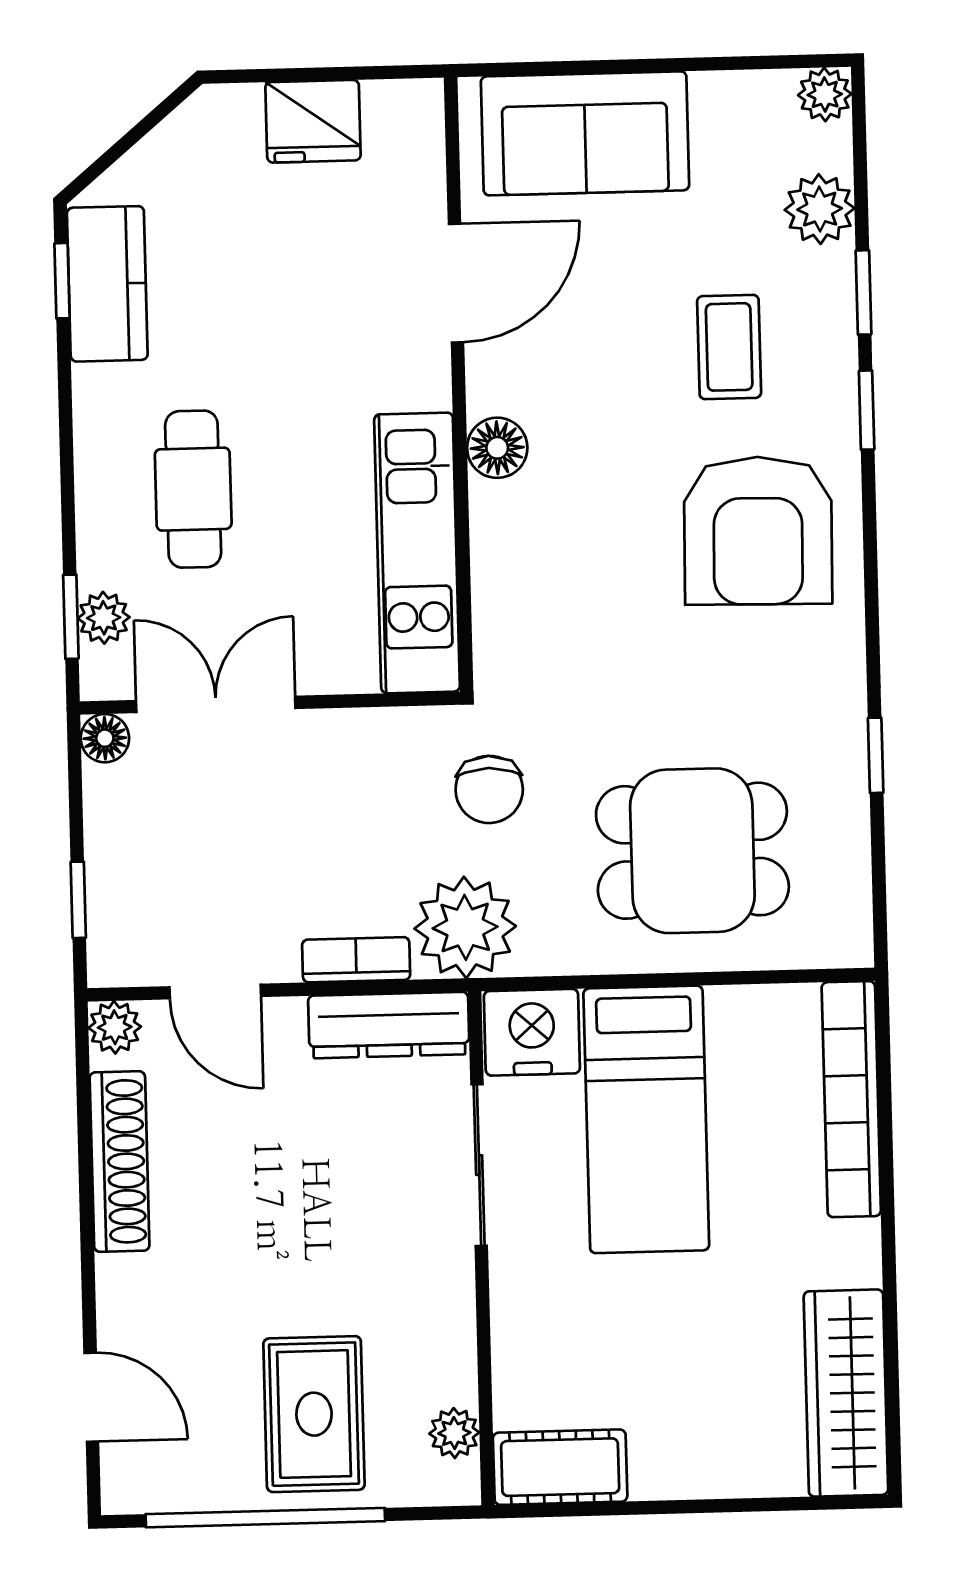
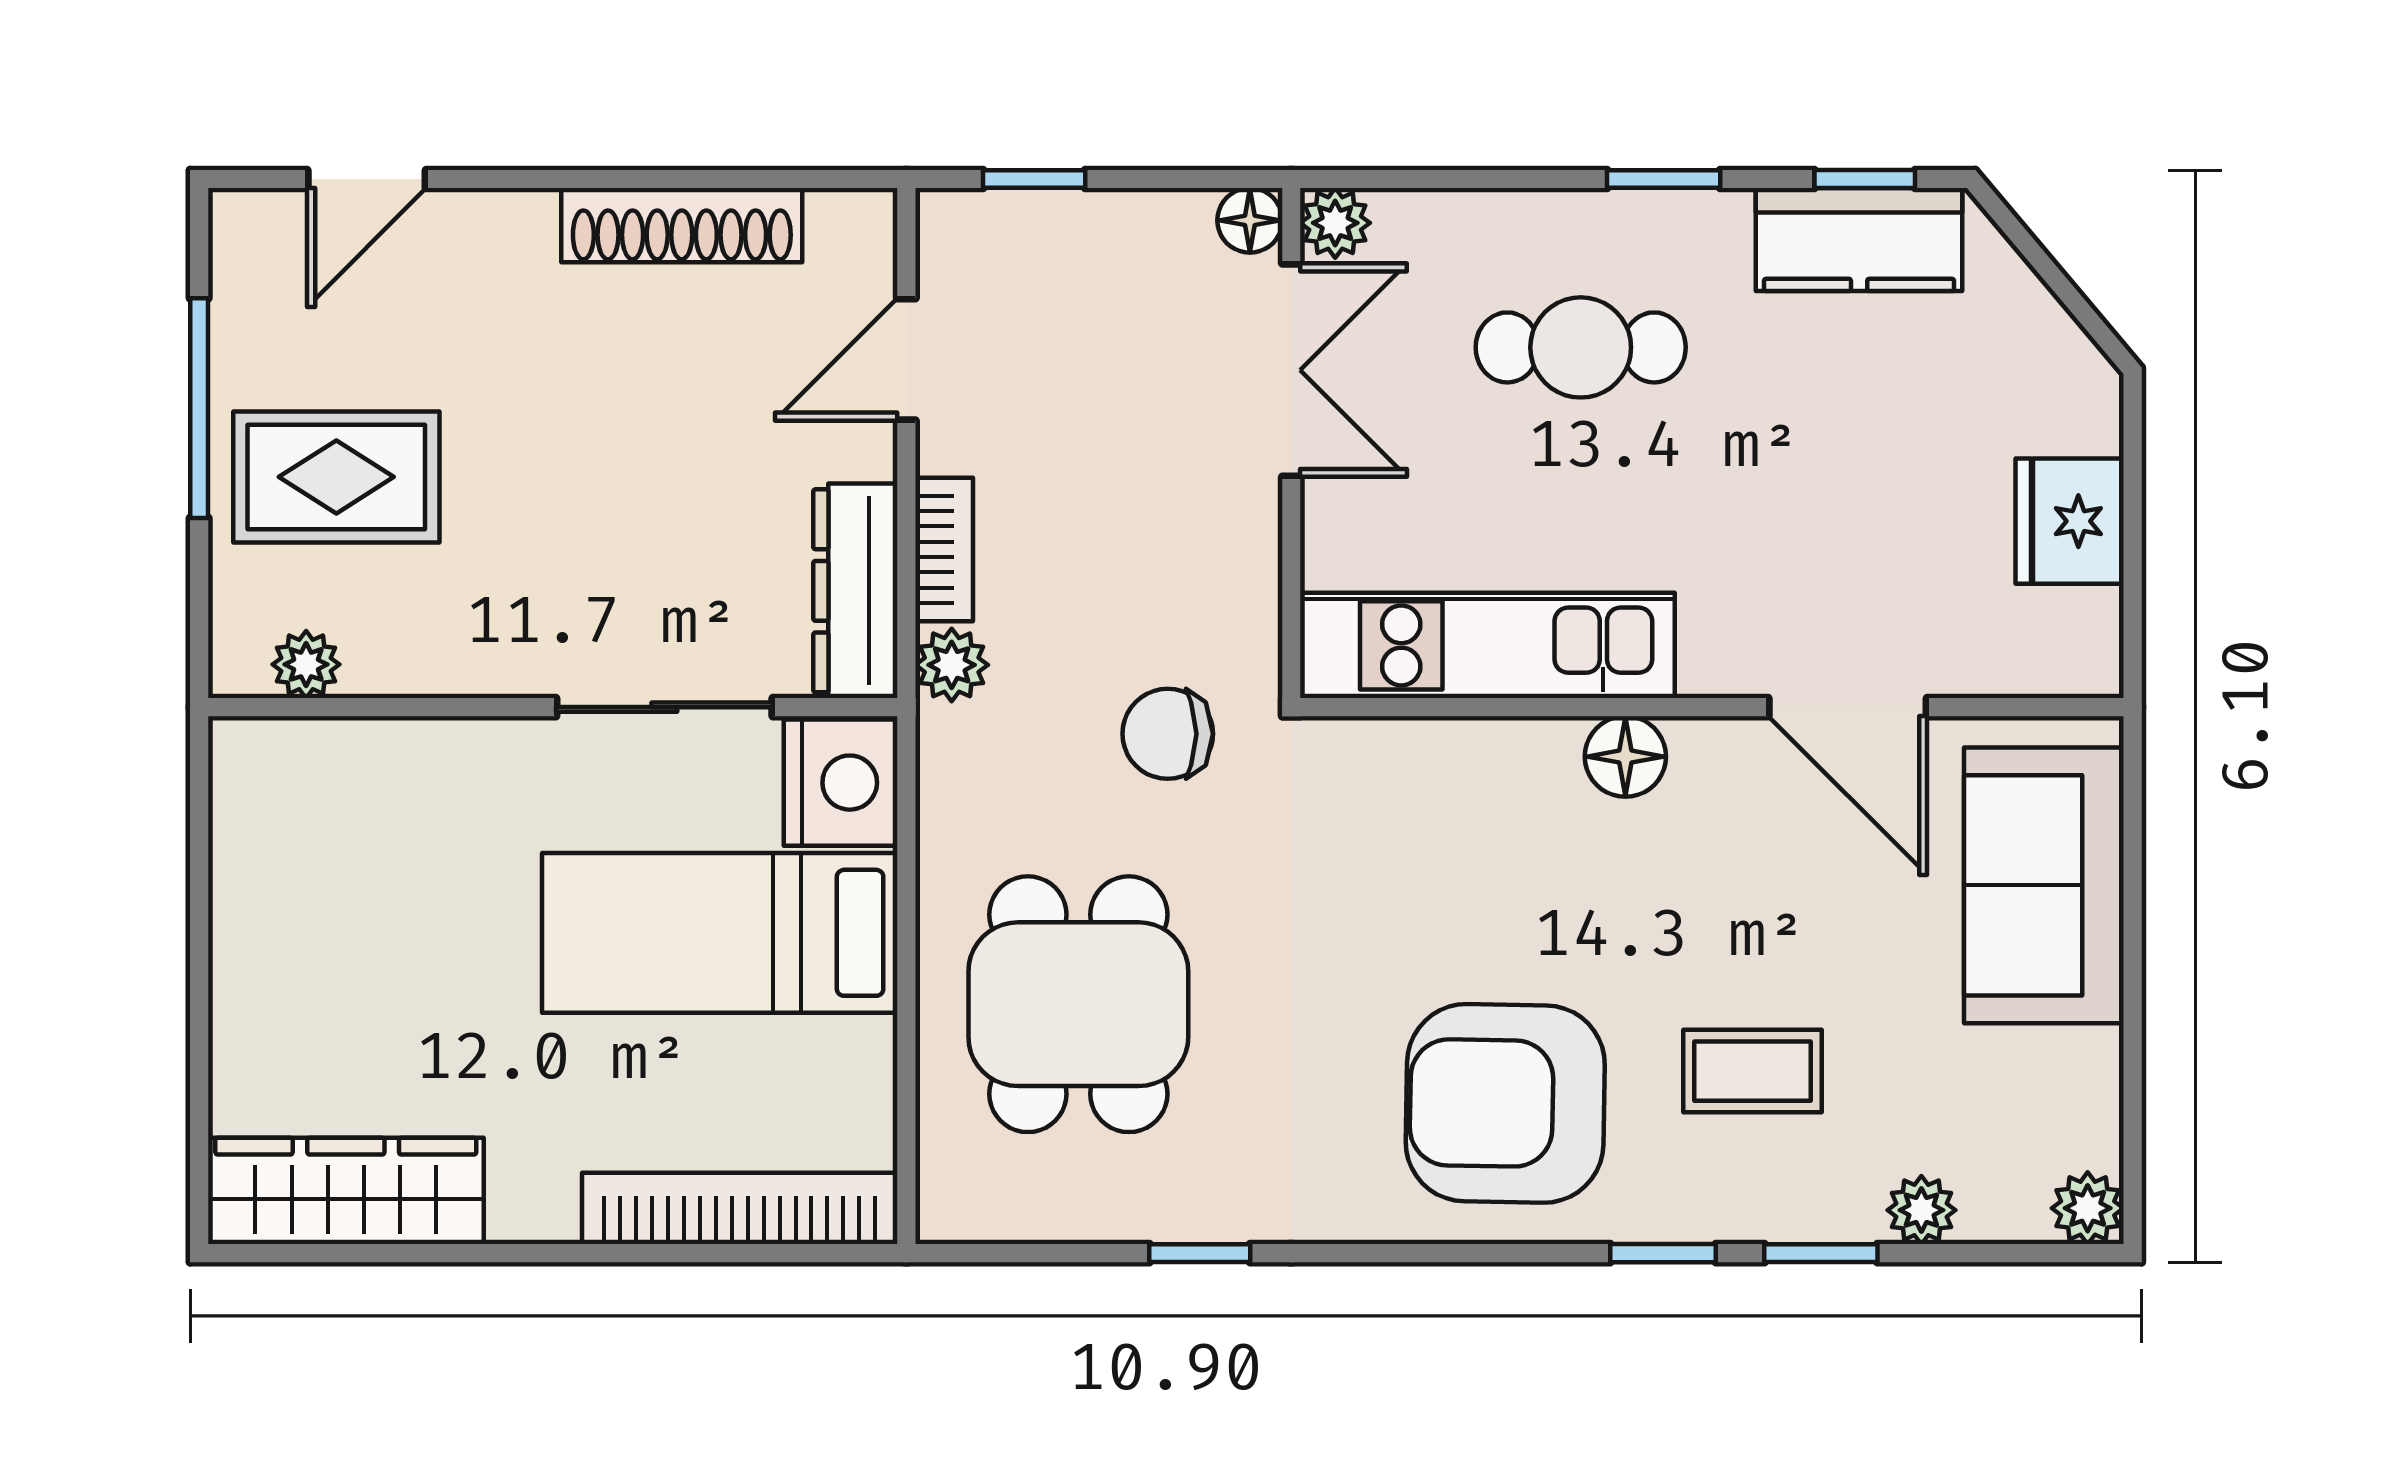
plant: (820, 209) -> (1921, 1210), width x0.73, depth x0.73
window: (71, 617) -> (1664, 179), moved
plant: (104, 618) -> (1335, 223), moved
plant: (465, 927) -> (952, 665), width x0.53, depth x0.53
plant: (115, 1027) -> (862, 223), removed
cot: (560, 1467) -> (257, 805), removed
window: (265, 1518) -> (199, 408), width x0.68

